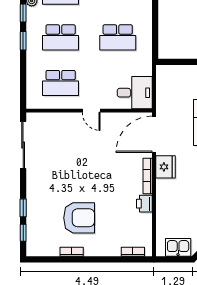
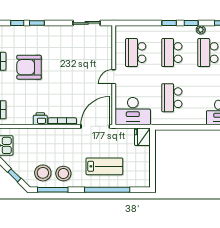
desk: (135, 93) -> (133, 111), width x1.37
door: (154, 134) -> (95, 126), hinge flipped
sliding door: (23, 145) -> (87, 23), width x0.73
fridge: (165, 167) -> (142, 137), moved, turned 90
armchair: (79, 218) -> (29, 67), turned 90

